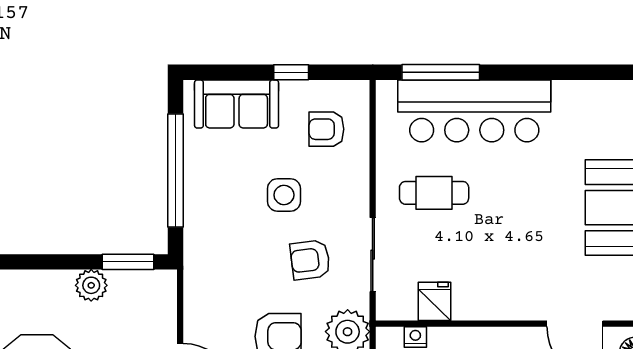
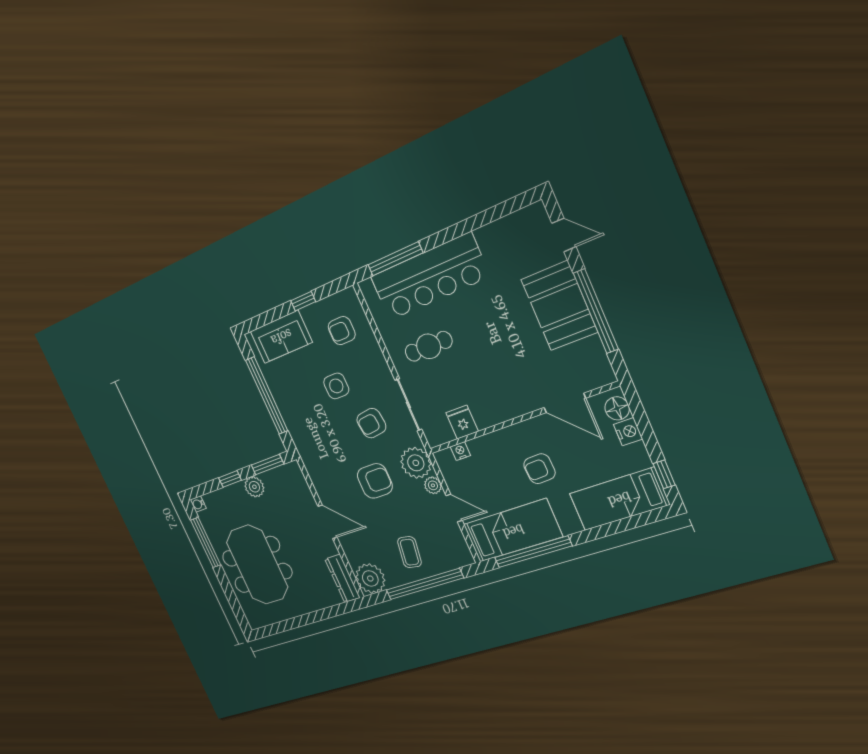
window: (58, 262) -> (230, 479), added

